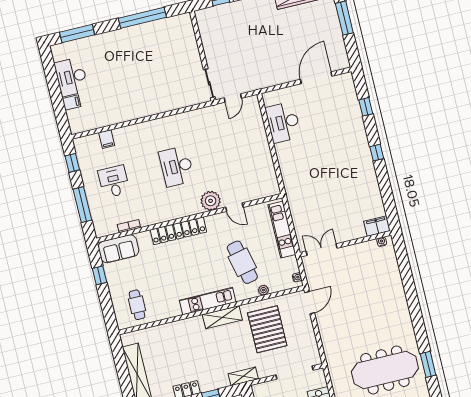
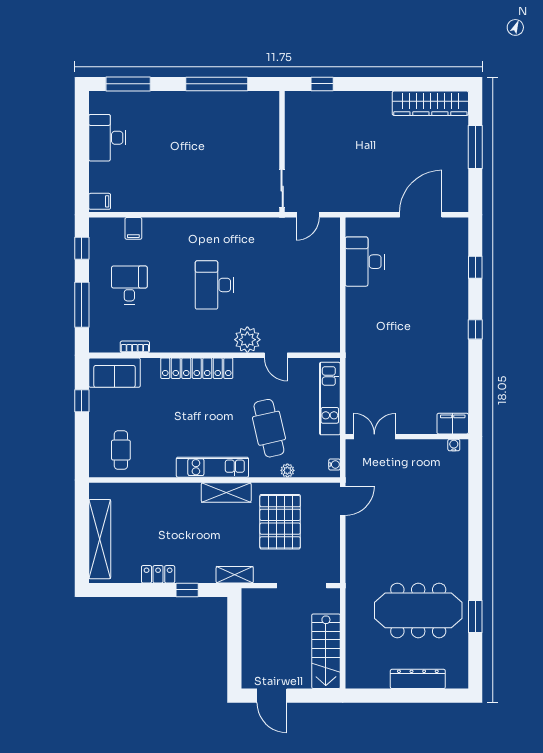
filing cabinet: (72, 103) -> (100, 201), moved

